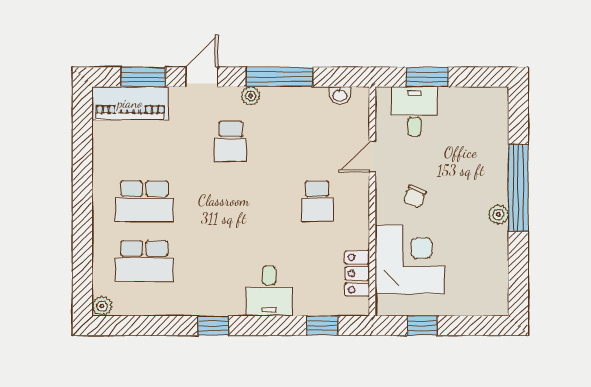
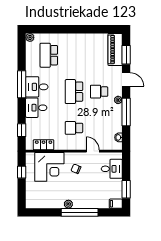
window: (427, 77) -> (126, 189), moved
filing cabinet: (497, 102) -> (116, 204), added
school desk: (144, 201) -> (74, 92), moved
desk: (220, 290) -> (37, 87), added
window: (213, 326) -> (22, 84), width x2.17

